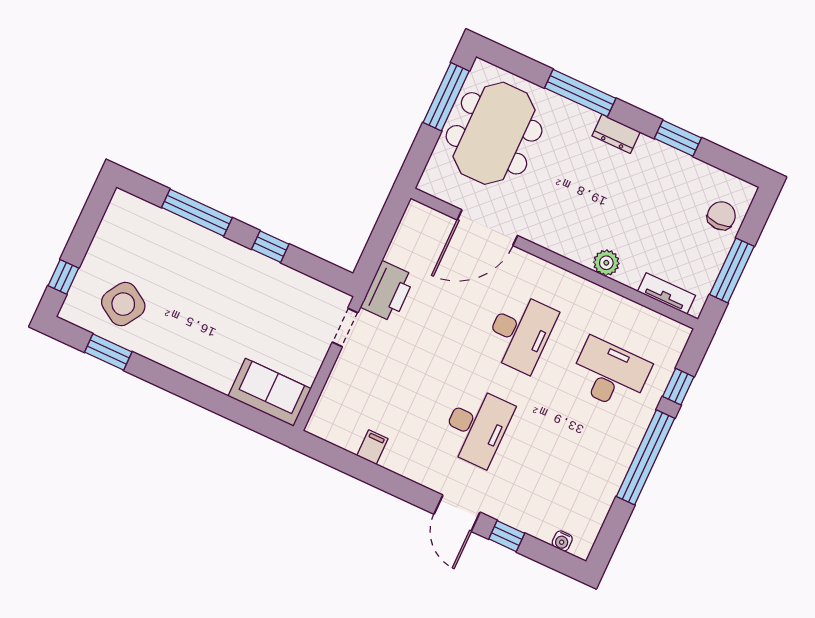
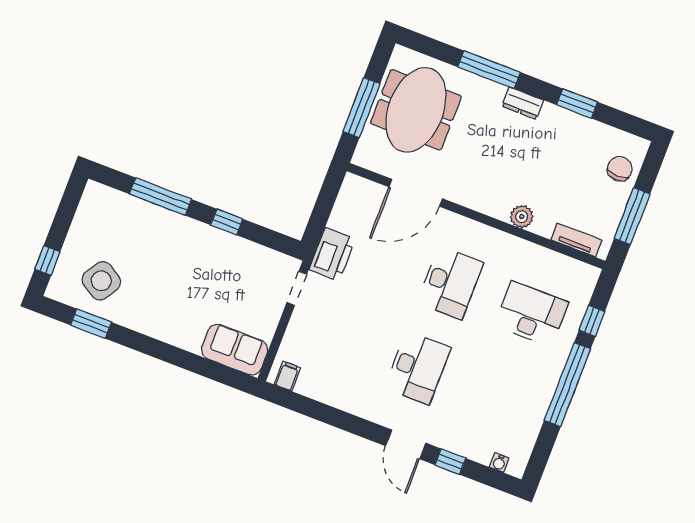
window: (446, 97) -> (362, 108), moved
filing cabinet: (372, 447) -> (287, 376), moved

